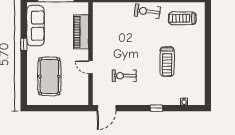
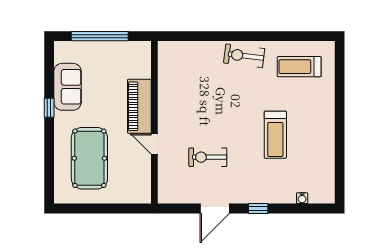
sofa: (35, 26) -> (67, 87), width x0.73
piano: (81, 32) -> (139, 106), moved
door: (107, 108) -> (215, 209), moved

